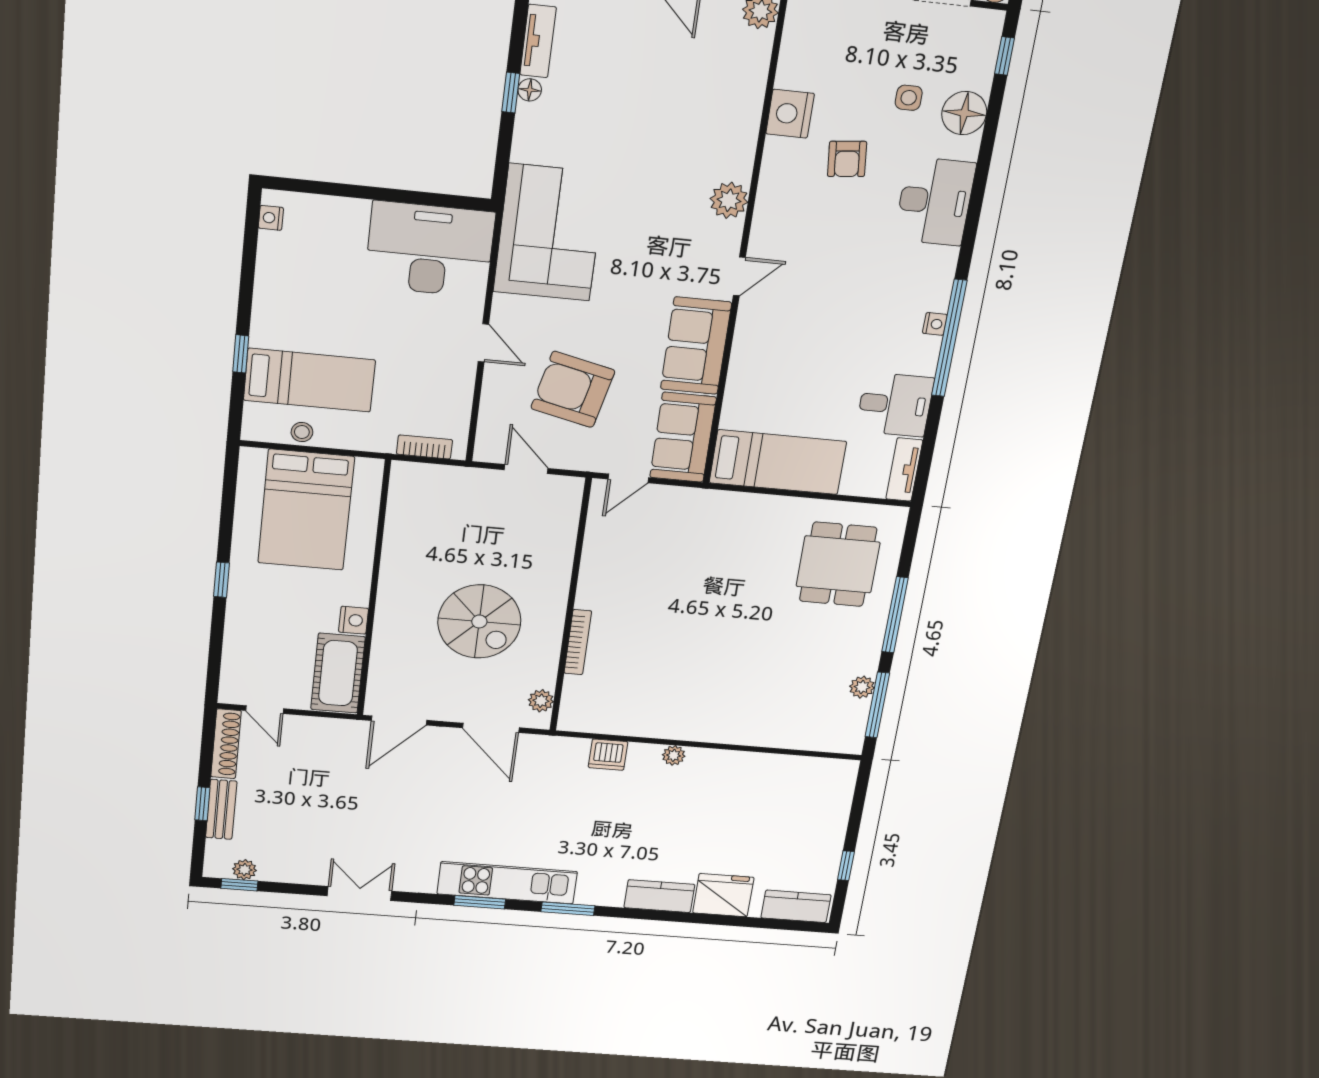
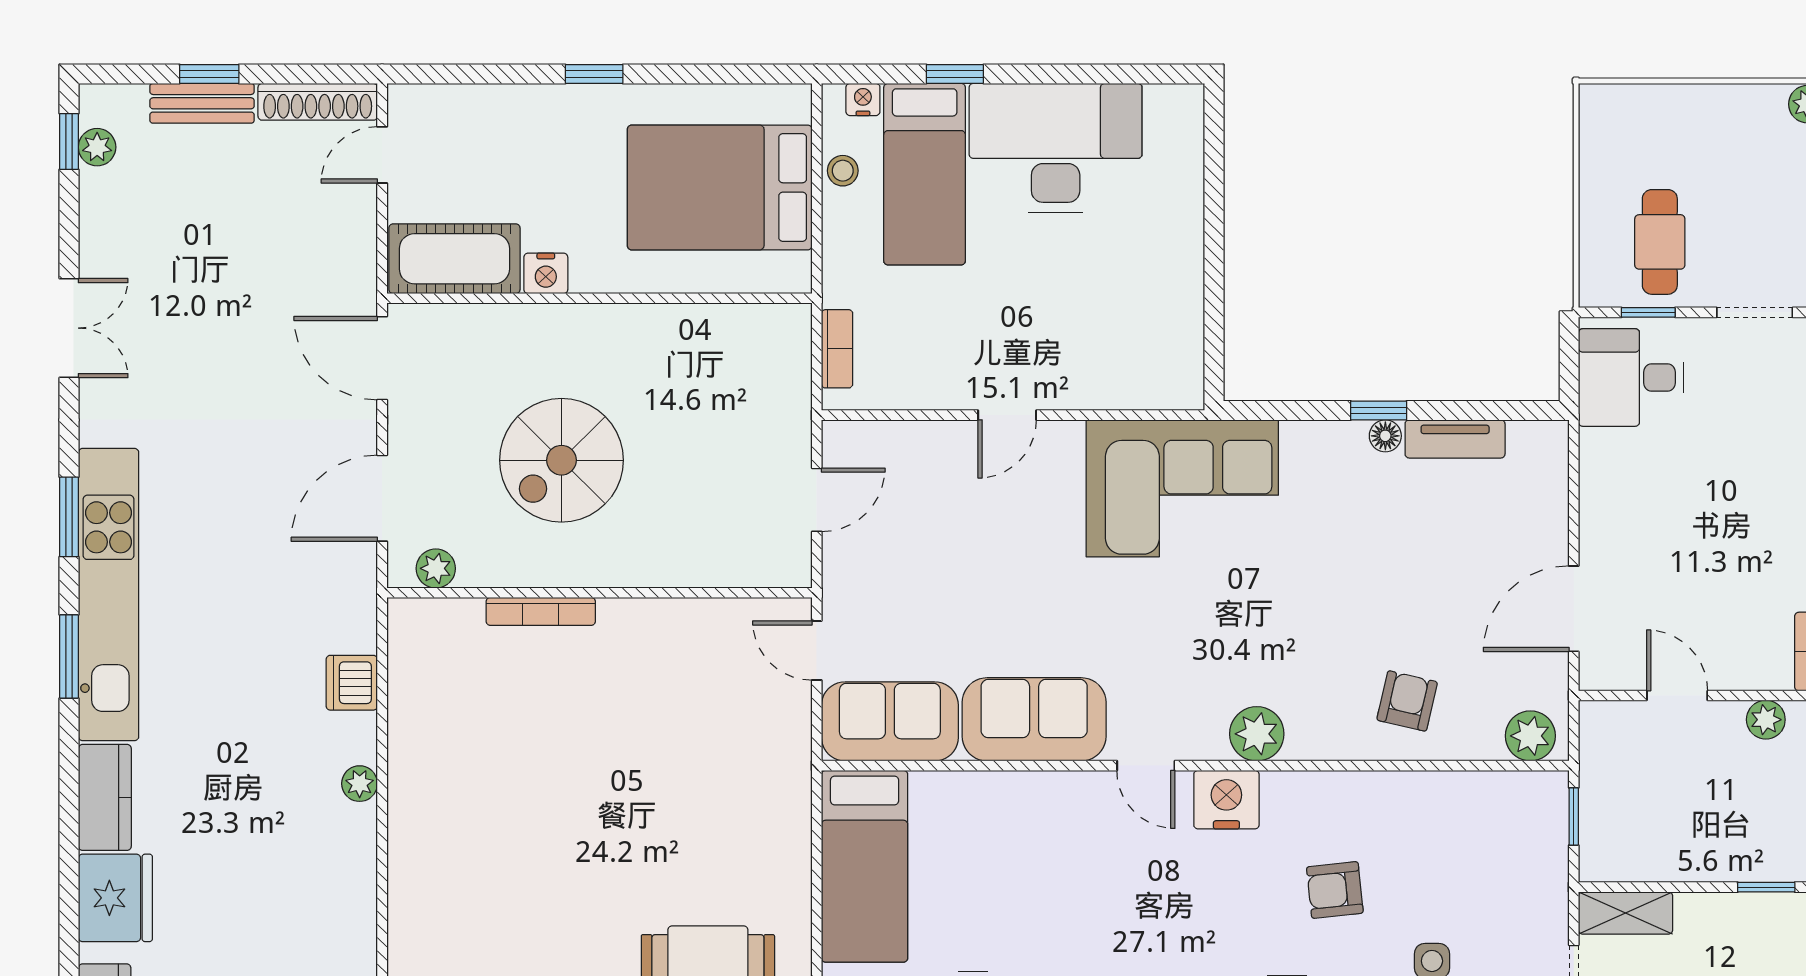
nightstand: (790, 114) -> (1226, 800), moved
nightstand: (271, 218) -> (863, 99), moved
desk: (430, 249) -> (1056, 148), moved, turned -90
armchair: (573, 389) -> (1407, 701), moved, width x0.53, depth x0.53
kitchen unit: (507, 883) -> (109, 595), width x1.36

